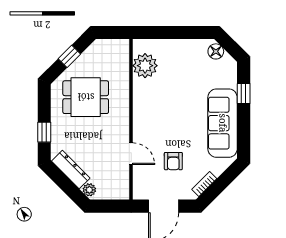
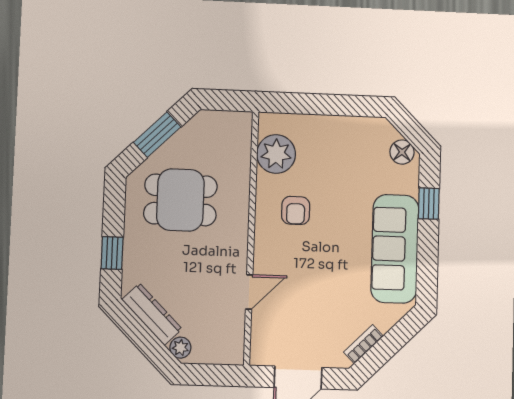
floor lamp: (216, 51) -> (402, 152), moved
window: (69, 56) -> (157, 135), width x1.50
door: (131, 154) -> (249, 292), hinge flipped
armchair: (173, 161) -> (296, 210), moved

